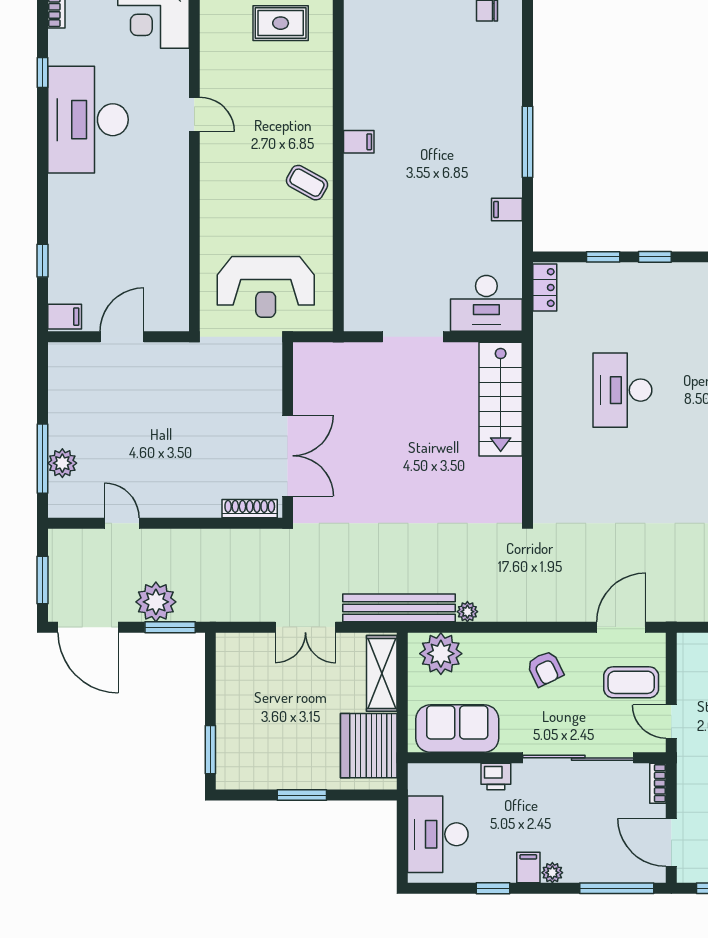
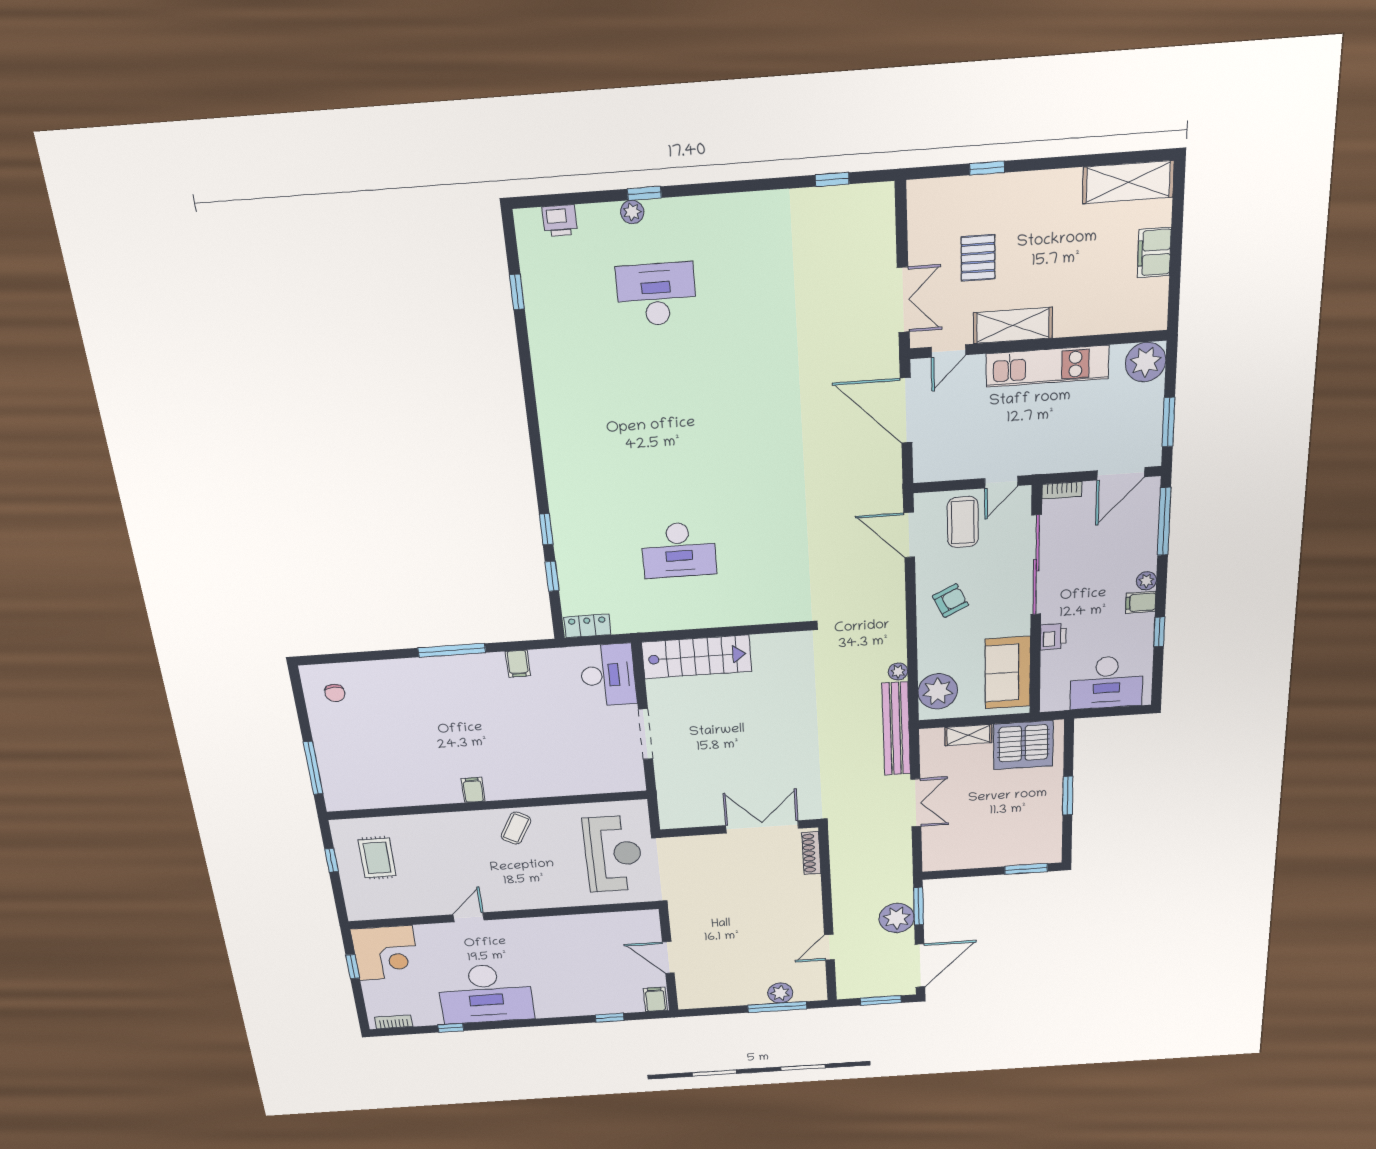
shelving: (382, 673) -> (968, 735), width x0.67, depth x0.75

